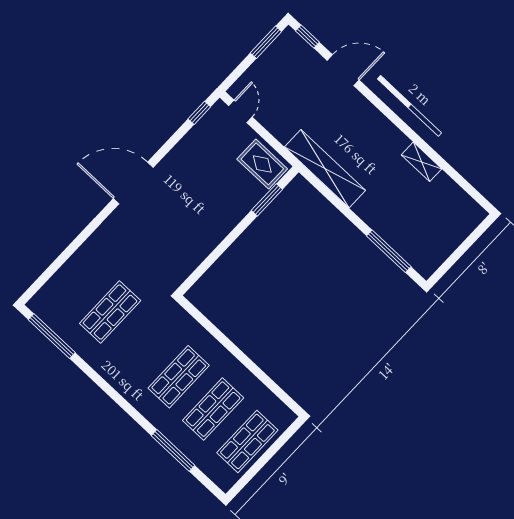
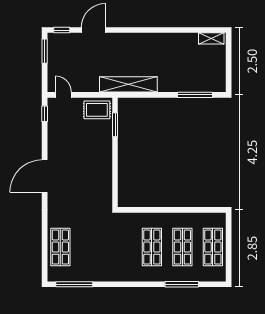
shelving: (421, 162) -> (211, 38), moved
shop shelf: (110, 312) -> (60, 247), moved

